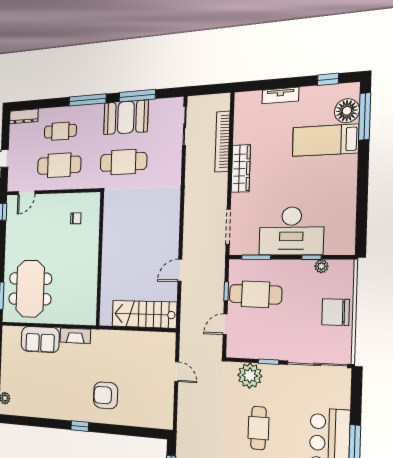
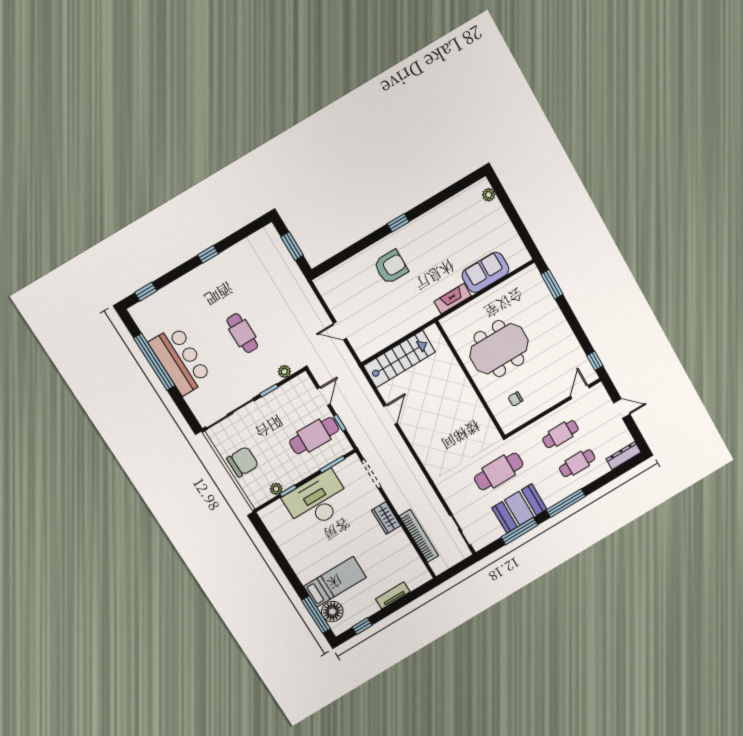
cafe table: (59, 165) -> (561, 434), width x0.73, depth x0.74
wardrobe: (241, 169) -> (386, 518), width x0.67
meeting table: (30, 289) -> (499, 349), moved, turned 90
plant: (250, 376) -> (284, 371), width x0.53, depth x0.53

